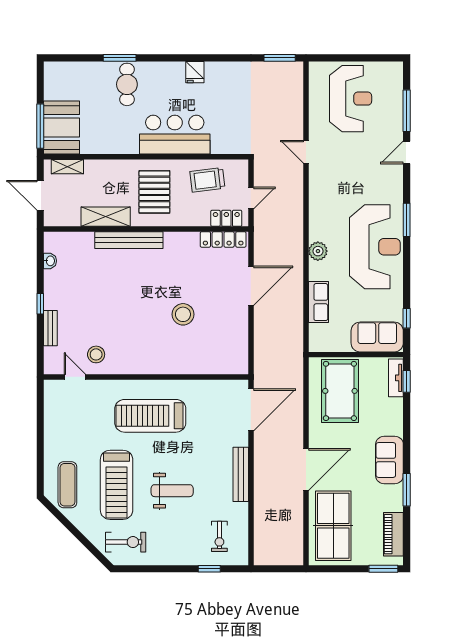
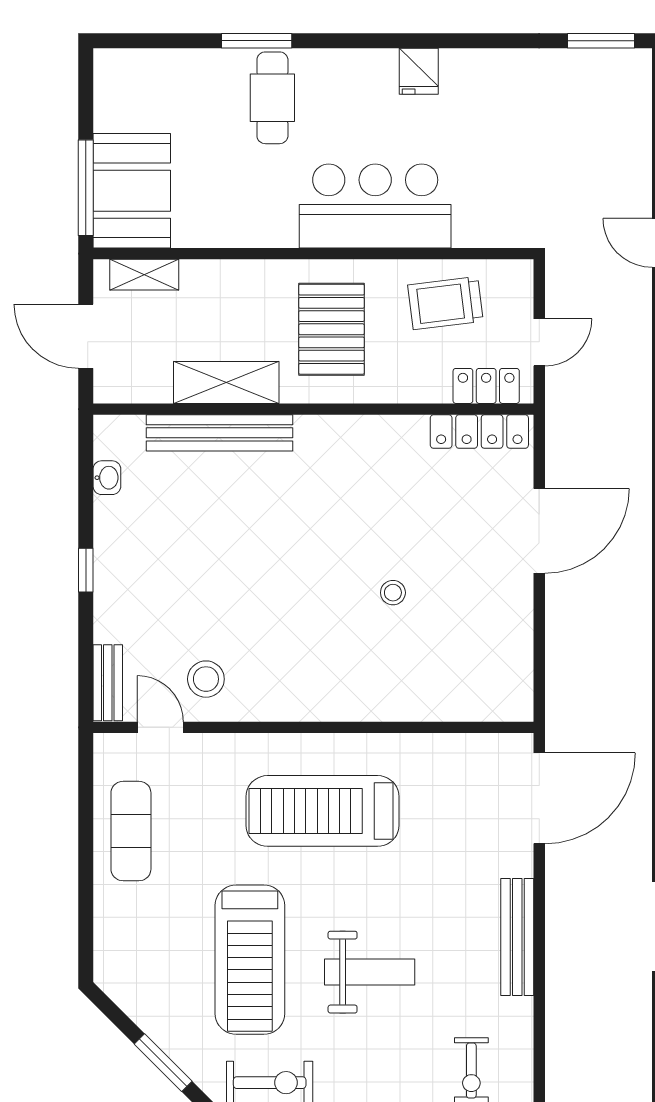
bench: (129, 240) -> (219, 433), moved
stool: (183, 314) -> (393, 593), width x0.53, depth x0.53
bench: (50, 328) -> (108, 683), moved
exercise mat: (67, 485) -> (131, 831), moved
window: (76, 533) -> (163, 1063), added

